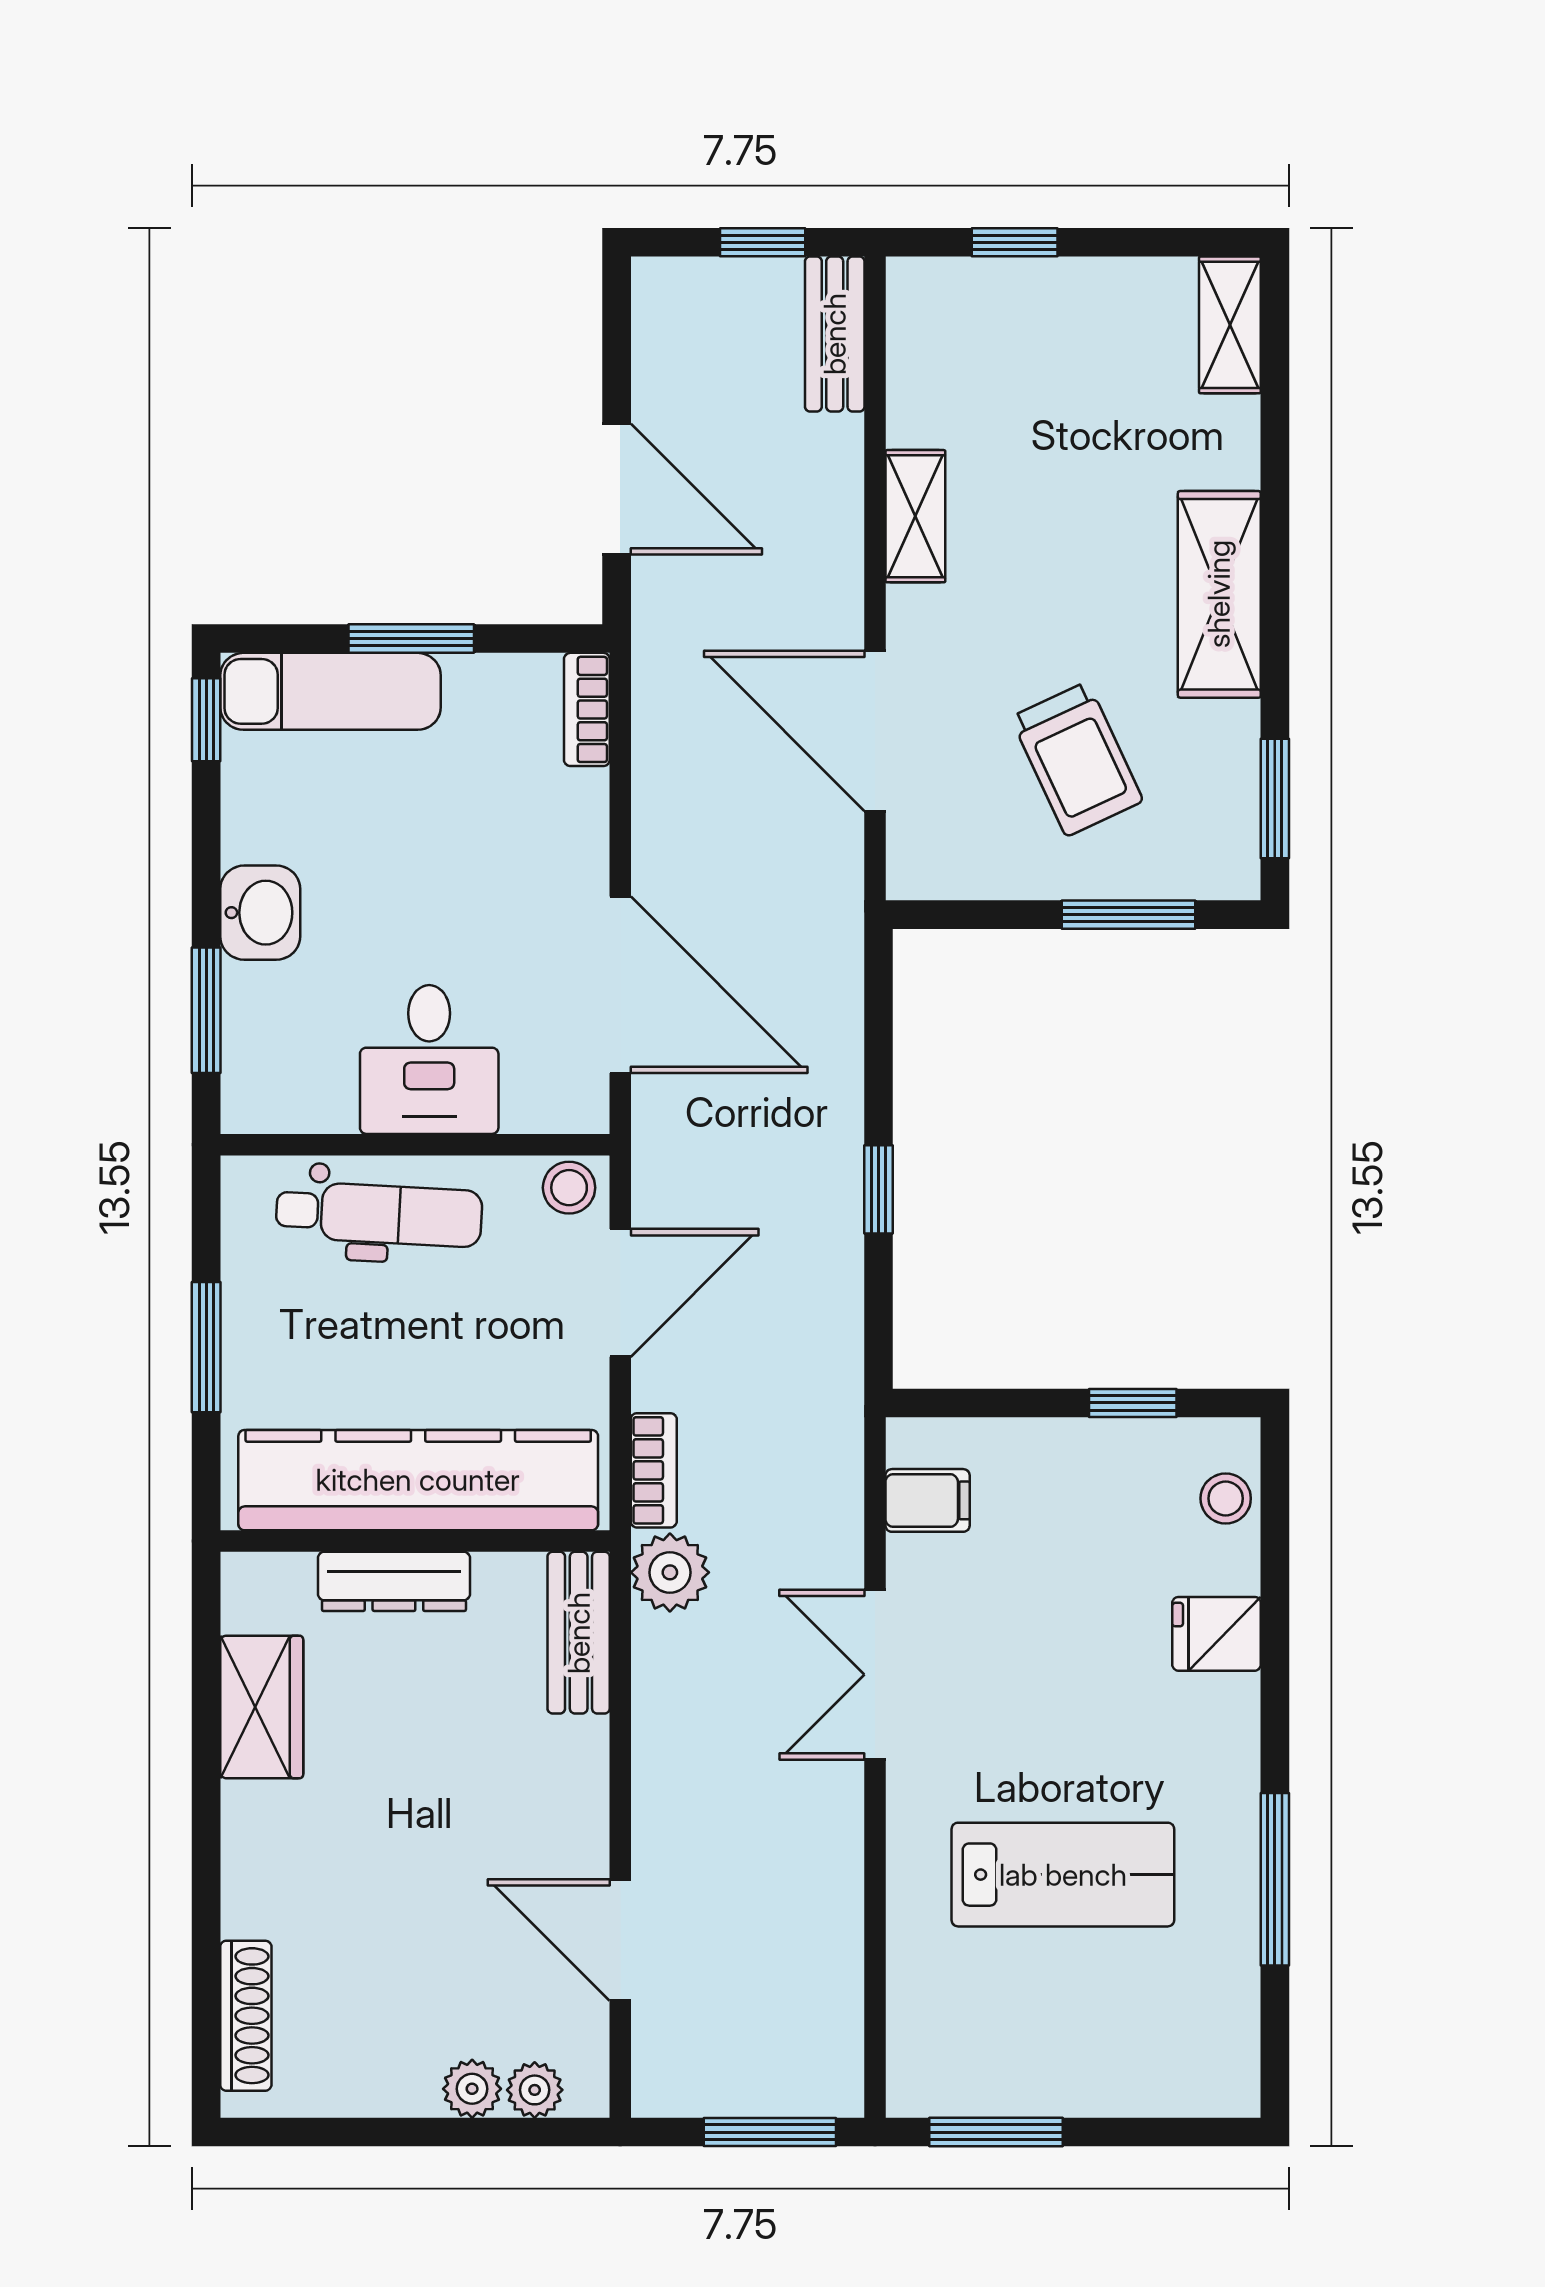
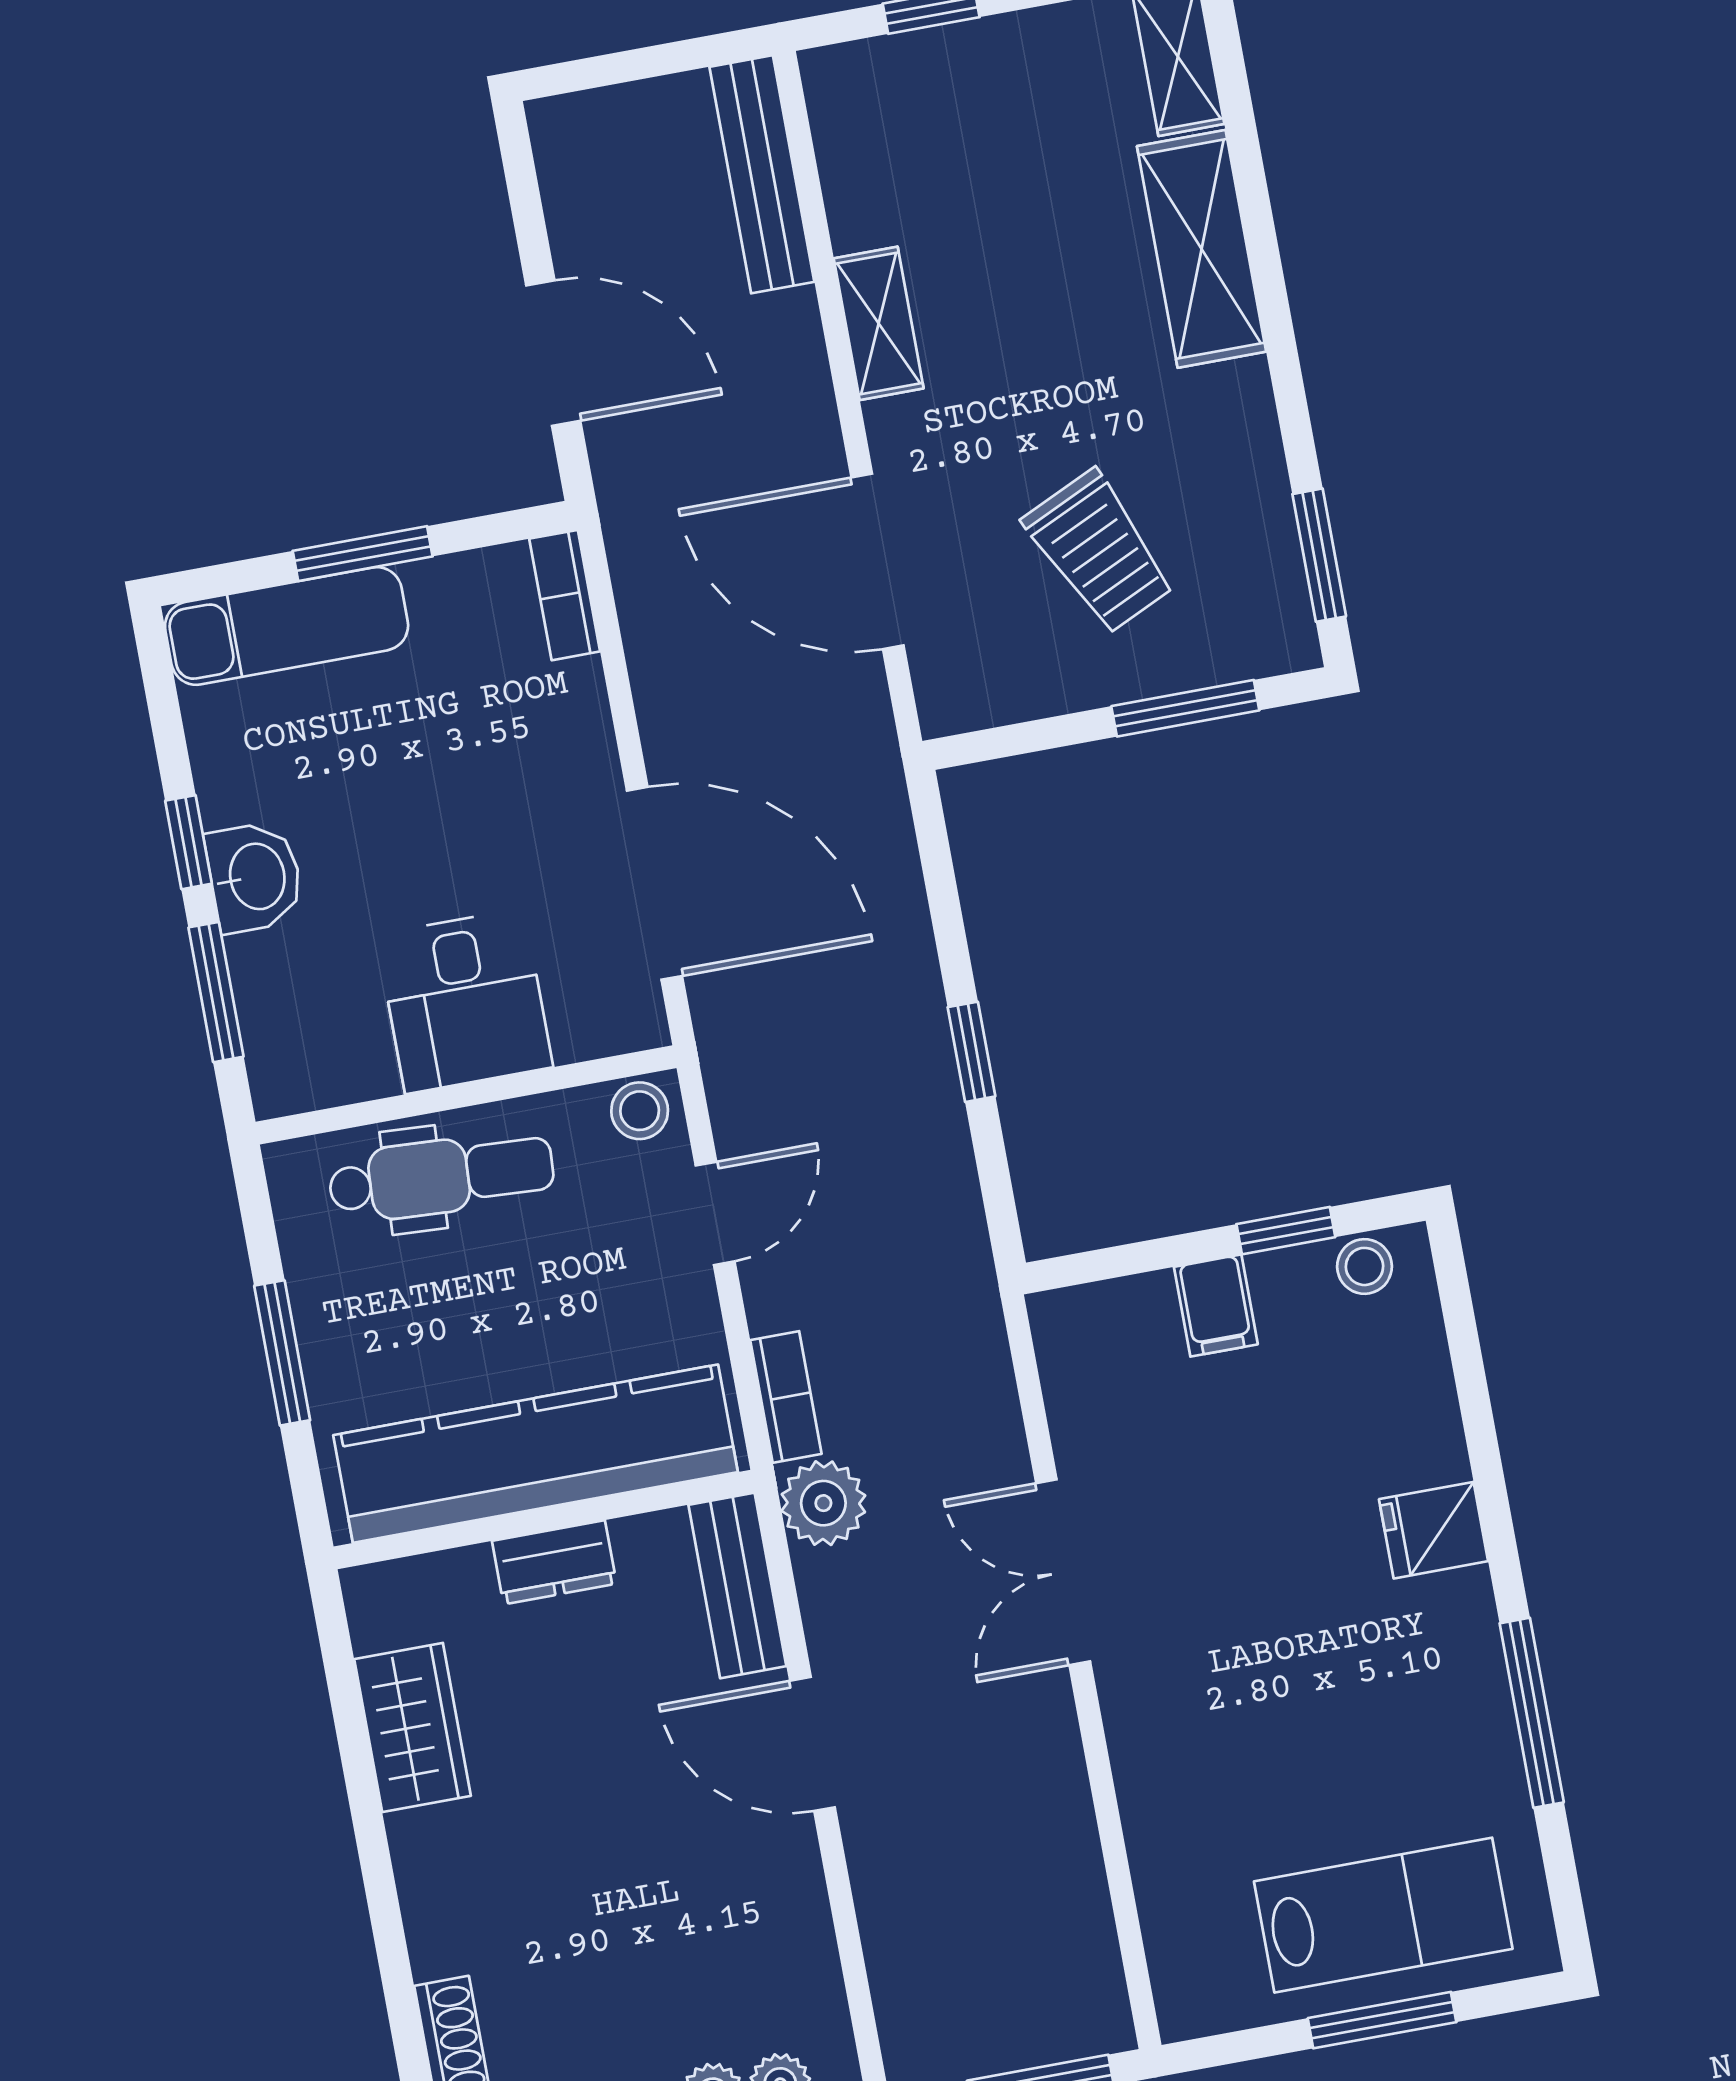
window: (763, 242) -> (661, 60), removed
bench: (835, 334) -> (762, 174), width x1.36
shelving: (1219, 594) -> (1202, 249), moved
window: (206, 720) -> (188, 842), moved
door: (620, 1293) -> (715, 1213), width x0.73
stool: (1226, 1498) -> (1365, 1266), moved
filing cabinet: (928, 1500) -> (1216, 1306), moved, turned 90
dresser: (394, 1581) -> (554, 1562), width x0.70
fridge: (1217, 1634) -> (1434, 1530), moved
lab bench: (1063, 1875) -> (1383, 1915), moved
door: (620, 1940) -> (812, 1744), moved
window: (996, 2132) -> (1382, 2020), moved

